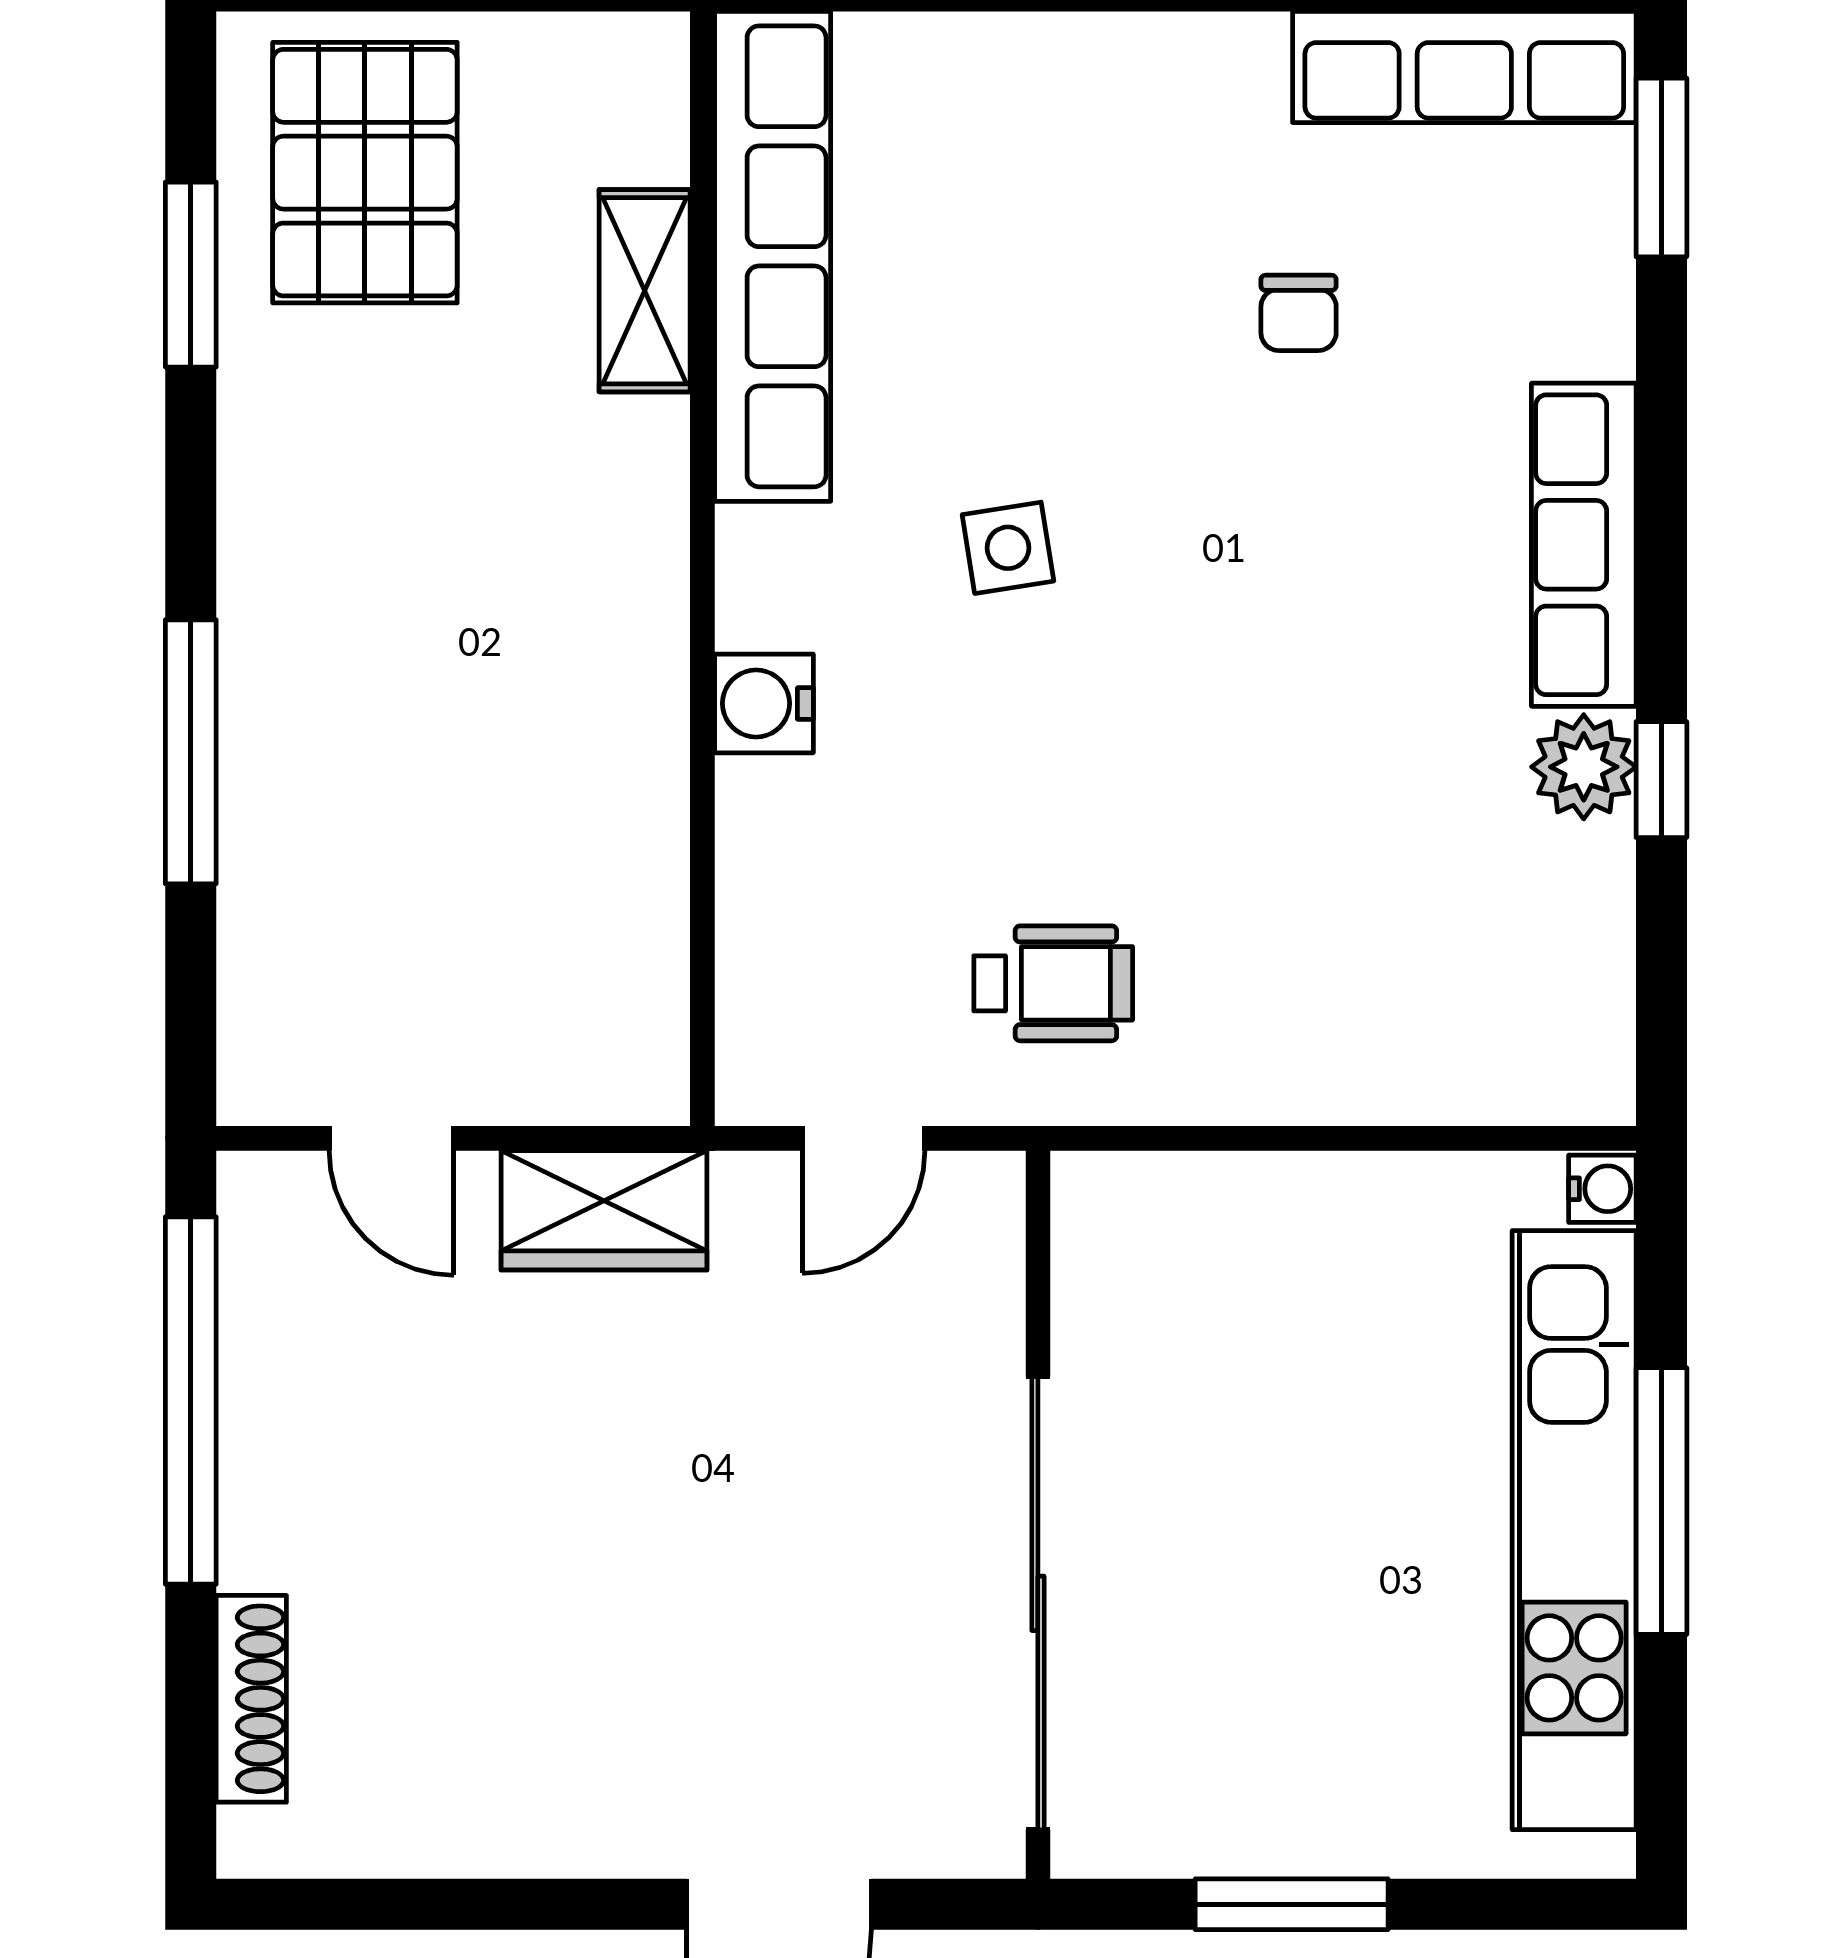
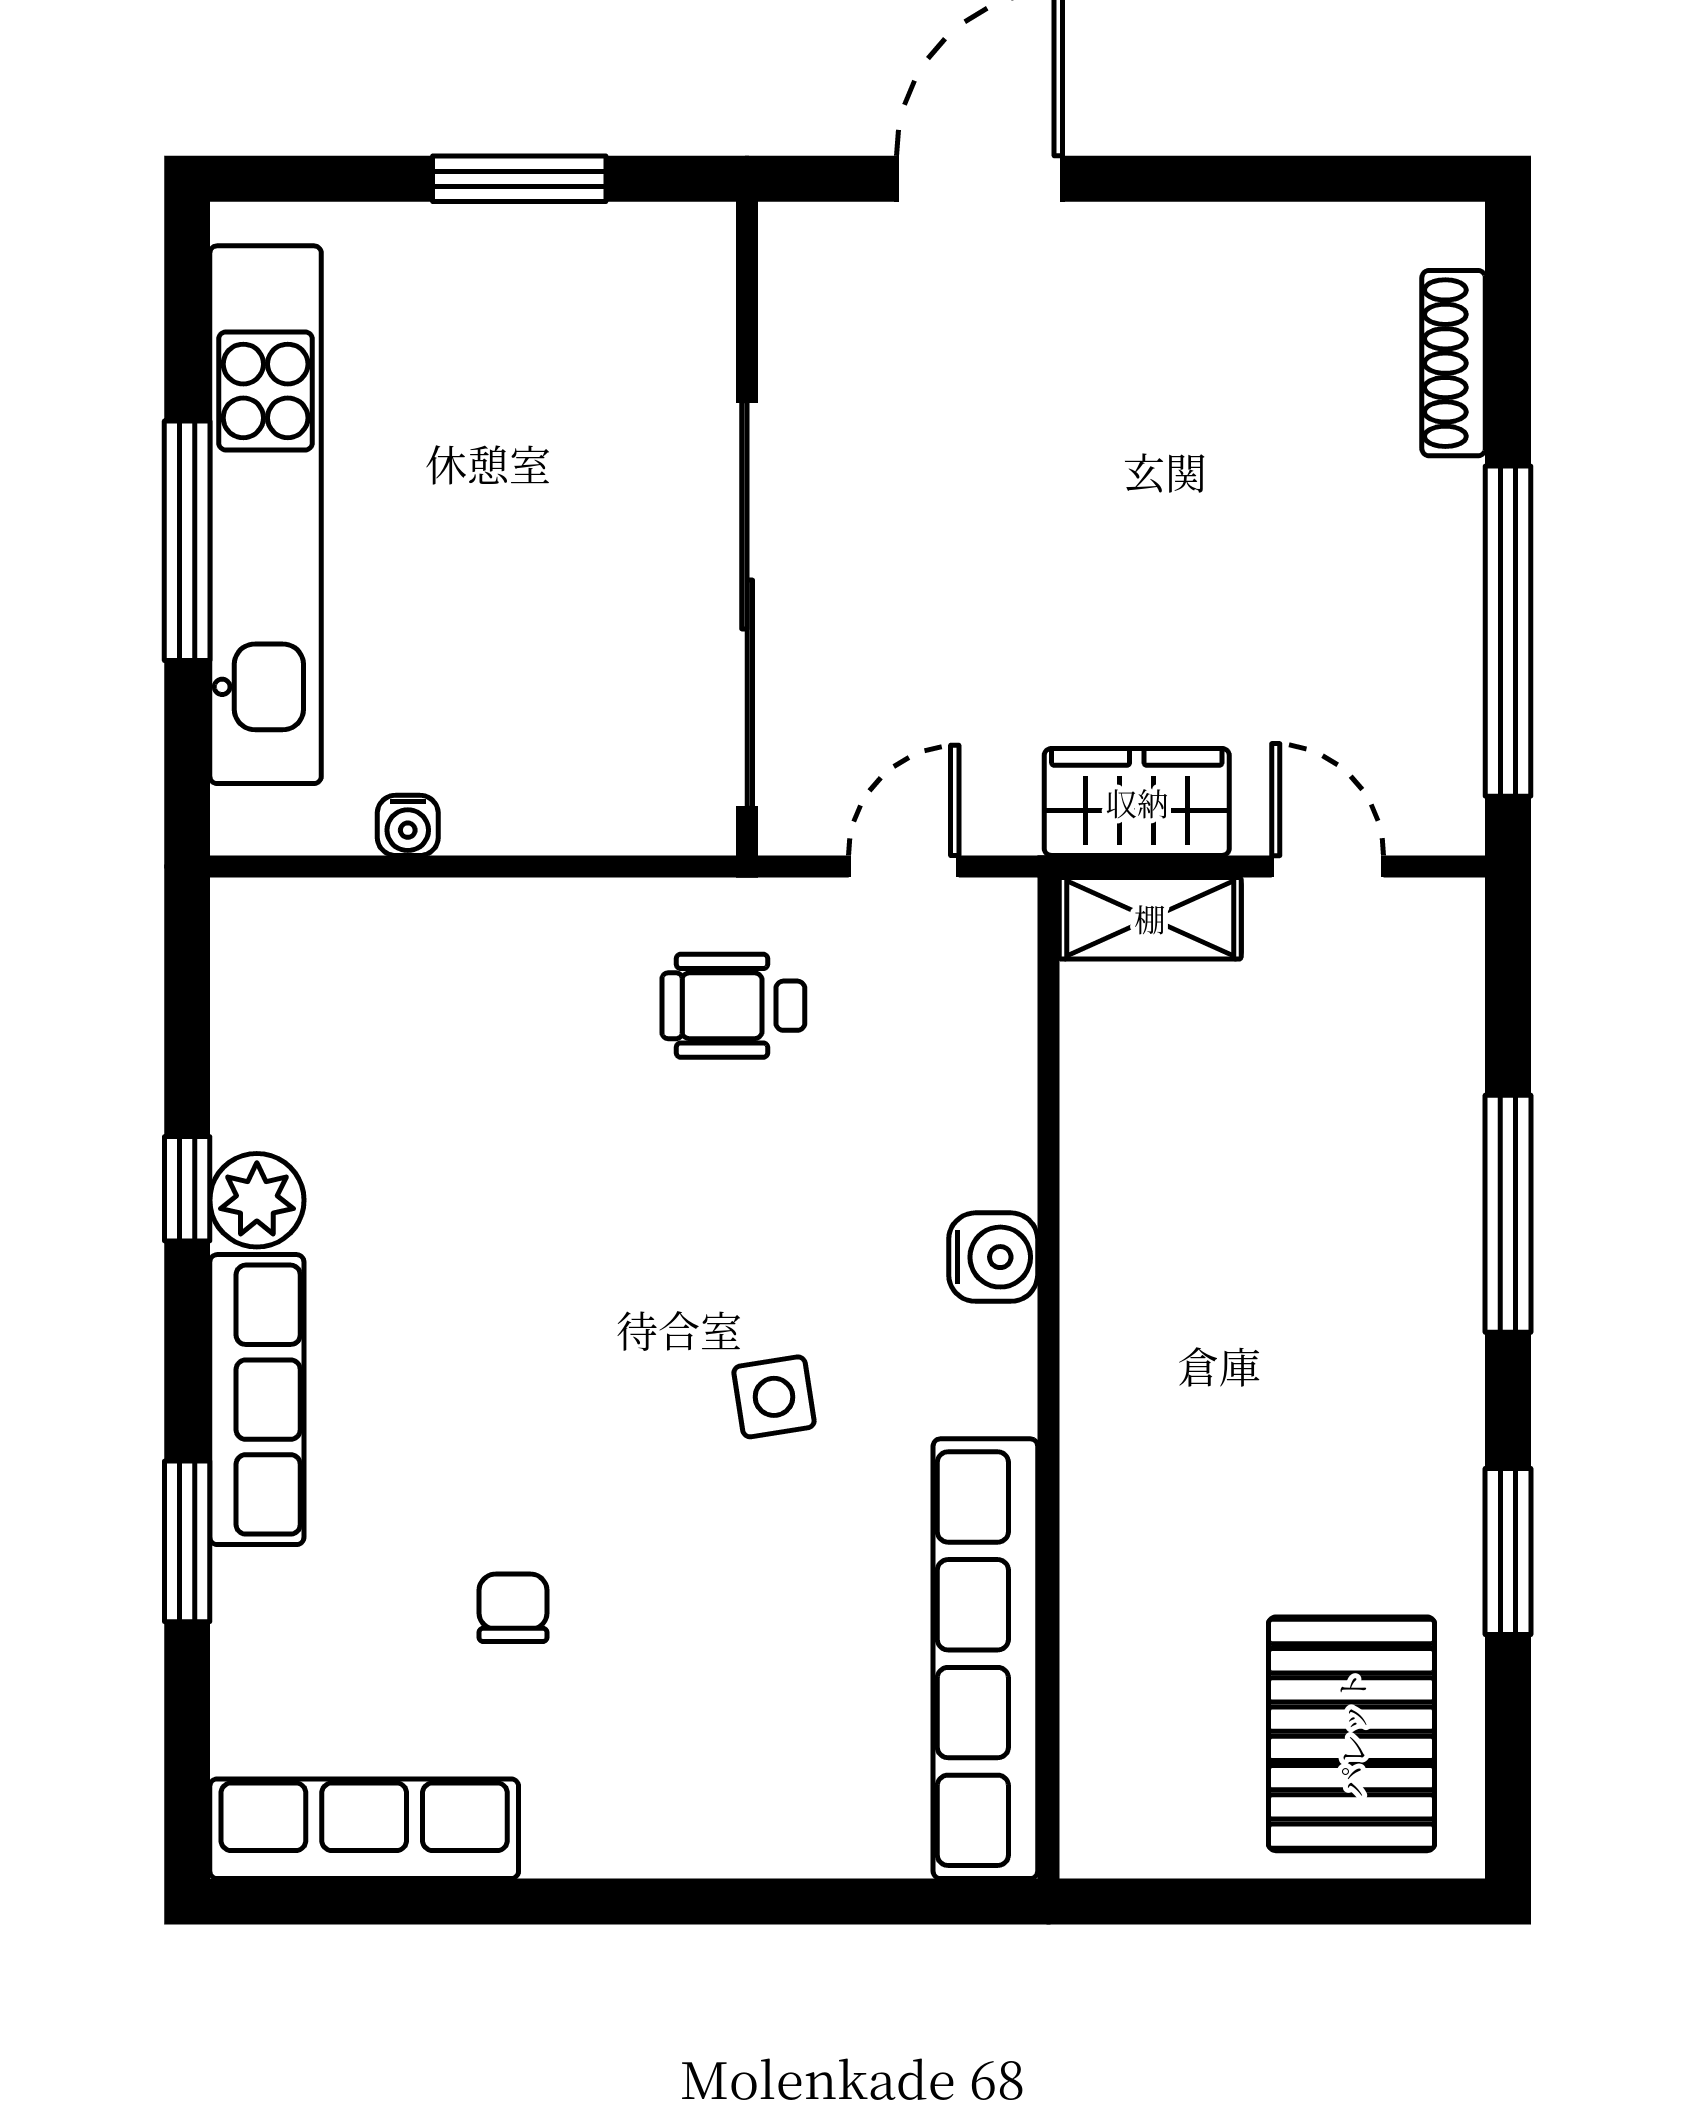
window: (1661, 167) -> (187, 1541), moved
window: (191, 275) -> (1508, 1552), moved
shelving: (645, 291) -> (1150, 918), moved, turned 90
water cooler: (1602, 1189) -> (408, 825), moved, turned -90
sliding door: (1038, 1603) -> (747, 605), moved

